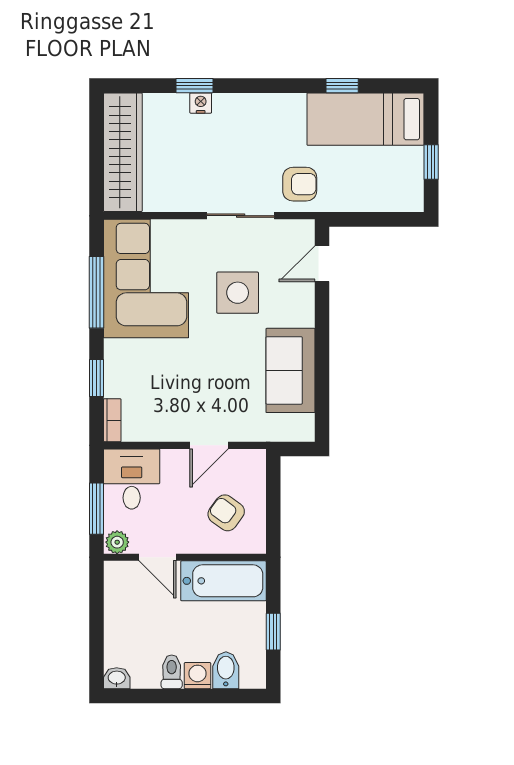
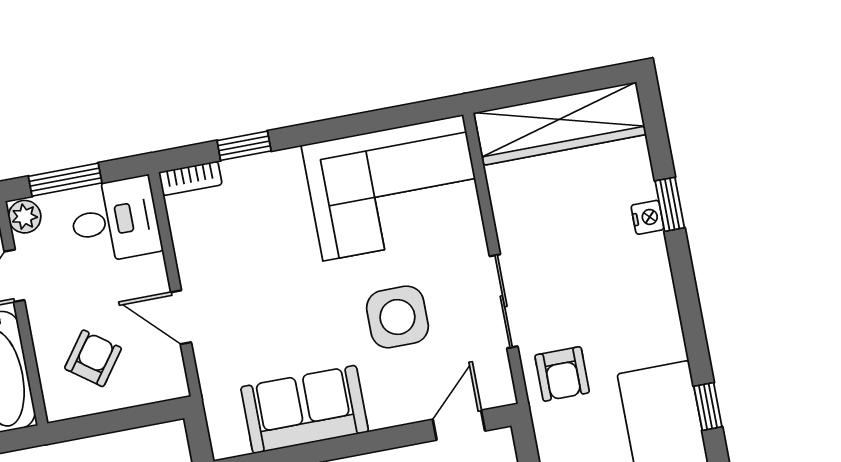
door: (322, 264) -> (459, 425), hinge flipped
window: (96, 292) -> (361, 124), removed

